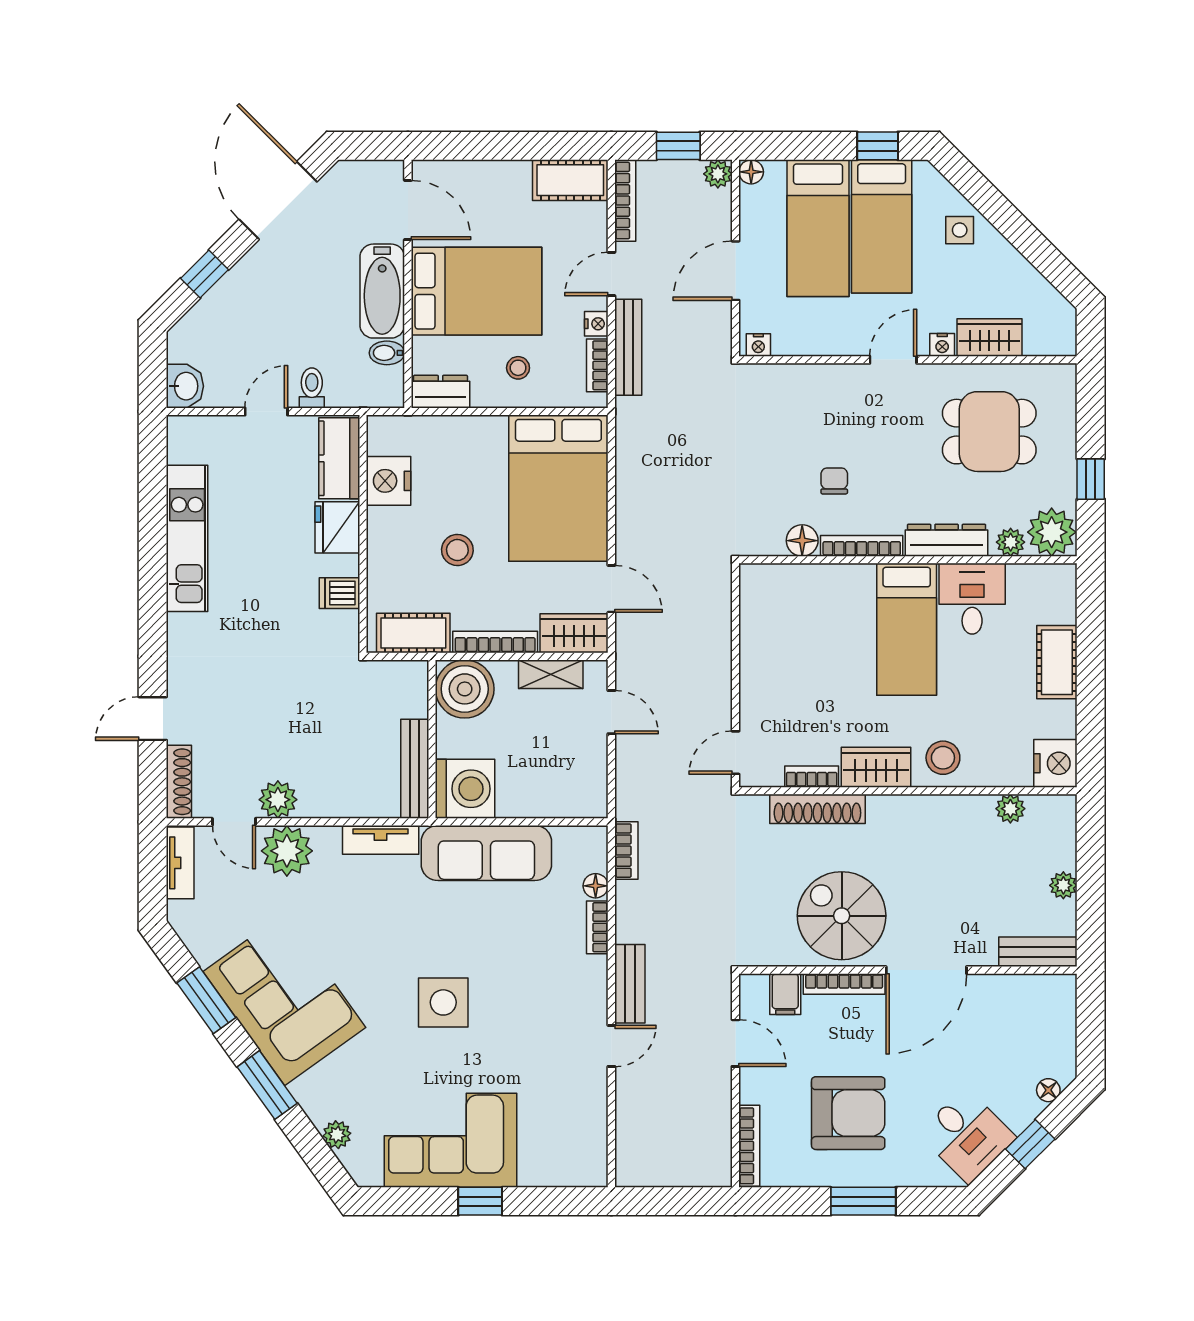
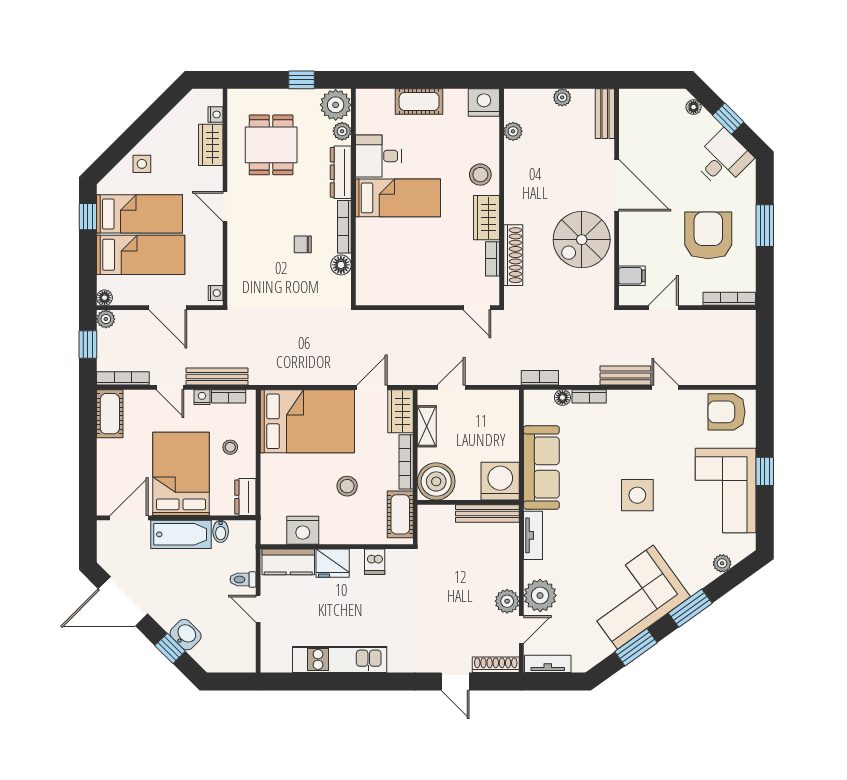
nightstand: (942, 345) -> (215, 114), moved
washbasin: (185, 386) -> (186, 635), moved, turned 45
bookcase: (844, 984) -> (625, 238), removed
armchair: (573, 1141) -> (726, 412), added

